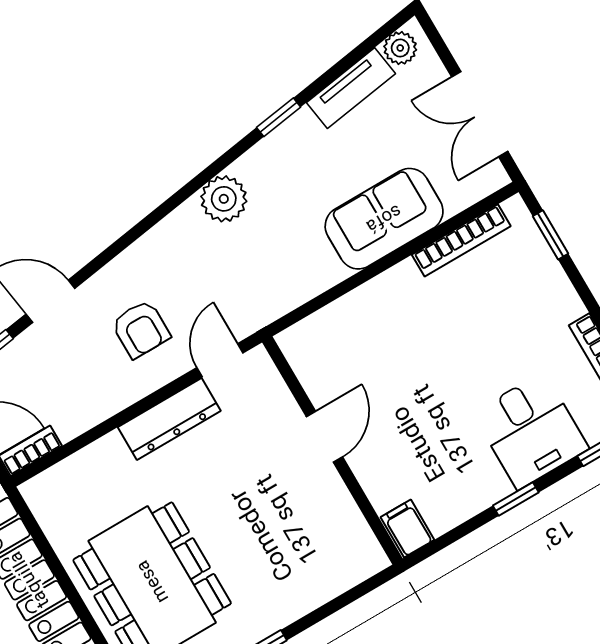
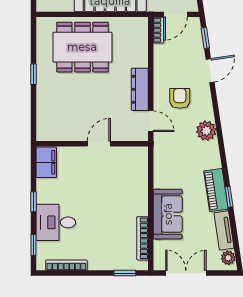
piano: (280, 151) -> (216, 190), added
plant: (224, 199) -> (206, 131), moved
armchair: (141, 329) -> (180, 98), turned 90
door: (324, 437) -> (99, 144), swing flipped
filing cabinet: (407, 529) -> (46, 162), width x2.00

